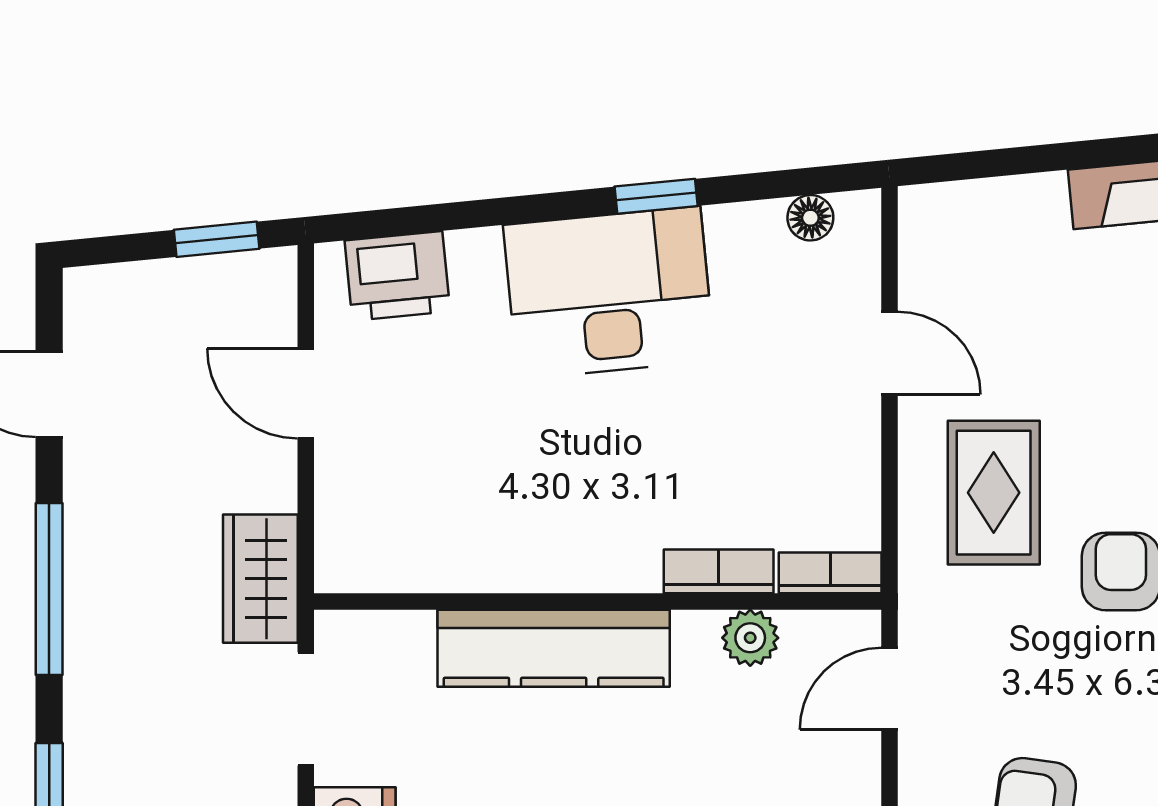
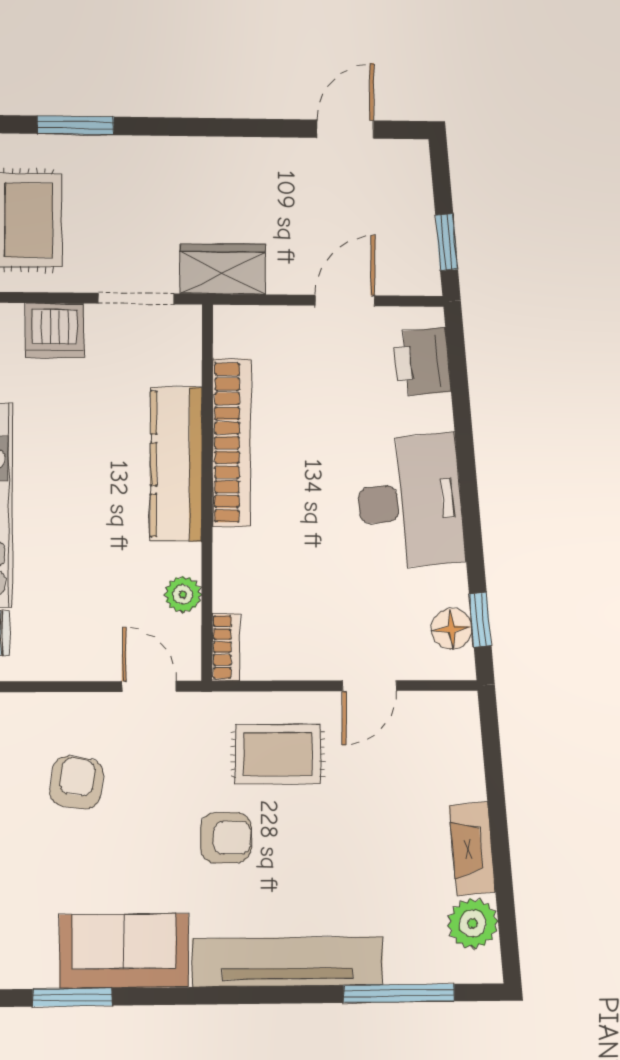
window: (656, 196) -> (480, 620), moved
floor lamp: (810, 218) -> (452, 629), width x1.37, depth x1.37
bookcase: (719, 571) -> (232, 443), moved, width x2.31, depth x1.31
window: (49, 589) -> (216, 127), removed

